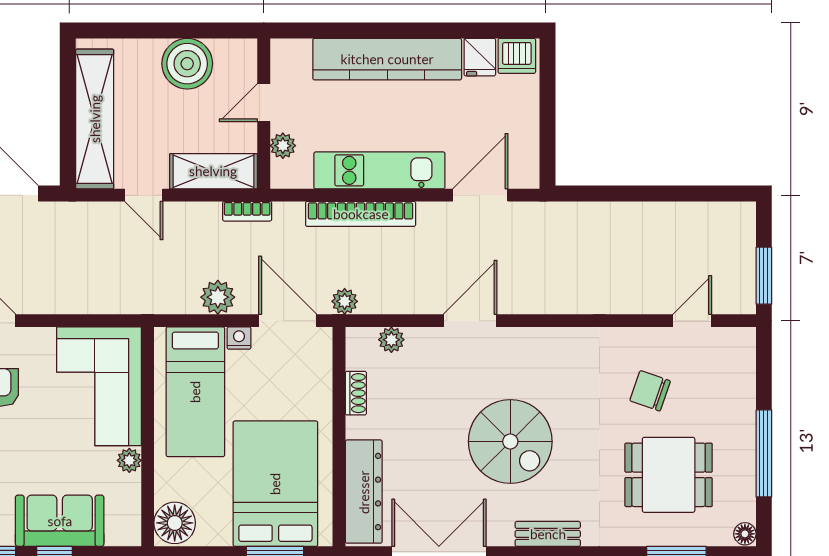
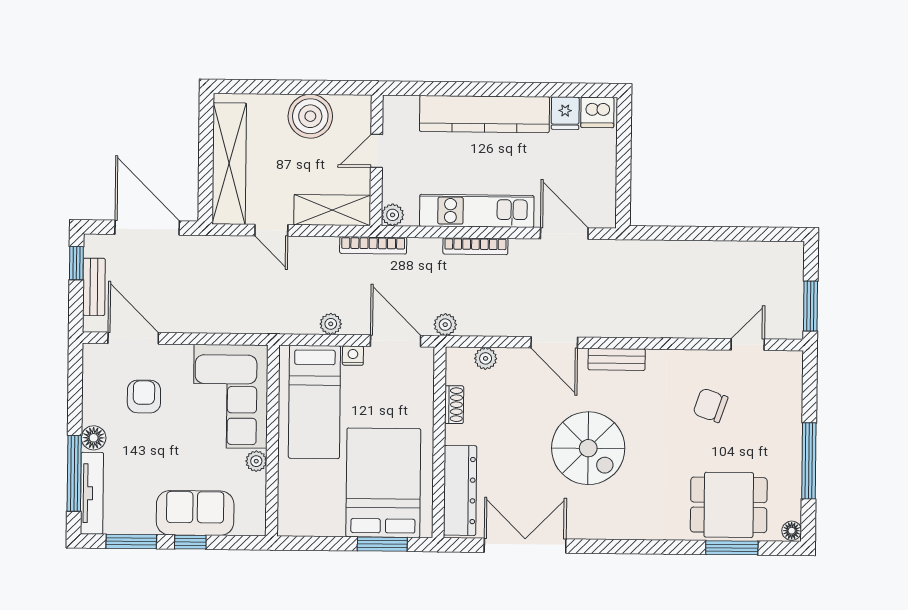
plant: (283, 146) -> (393, 215), moved
door: (480, 195) -> (564, 233), hinge flipped
bookcase: (247, 211) -> (373, 245), width x1.56
bookcase: (361, 214) -> (475, 246), width x0.68, depth x0.76
plant: (218, 297) -> (331, 324), width x0.73, depth x0.73
door: (470, 321) -> (554, 342), swing flipped
dining table: (669, 475) -> (729, 505), moved
floor lamp: (175, 523) -> (295, 516), removed
bench: (548, 534) -> (617, 359), moved

